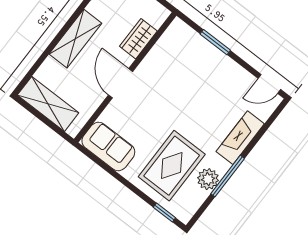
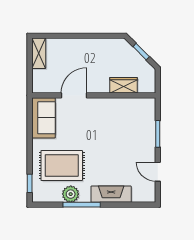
shelving: (75, 39) -> (94, 47), removed
door: (120, 83) -> (74, 95), moved
door: (269, 84) -> (158, 172), moved
shelving: (48, 104) -> (39, 53), width x0.67, depth x0.75

